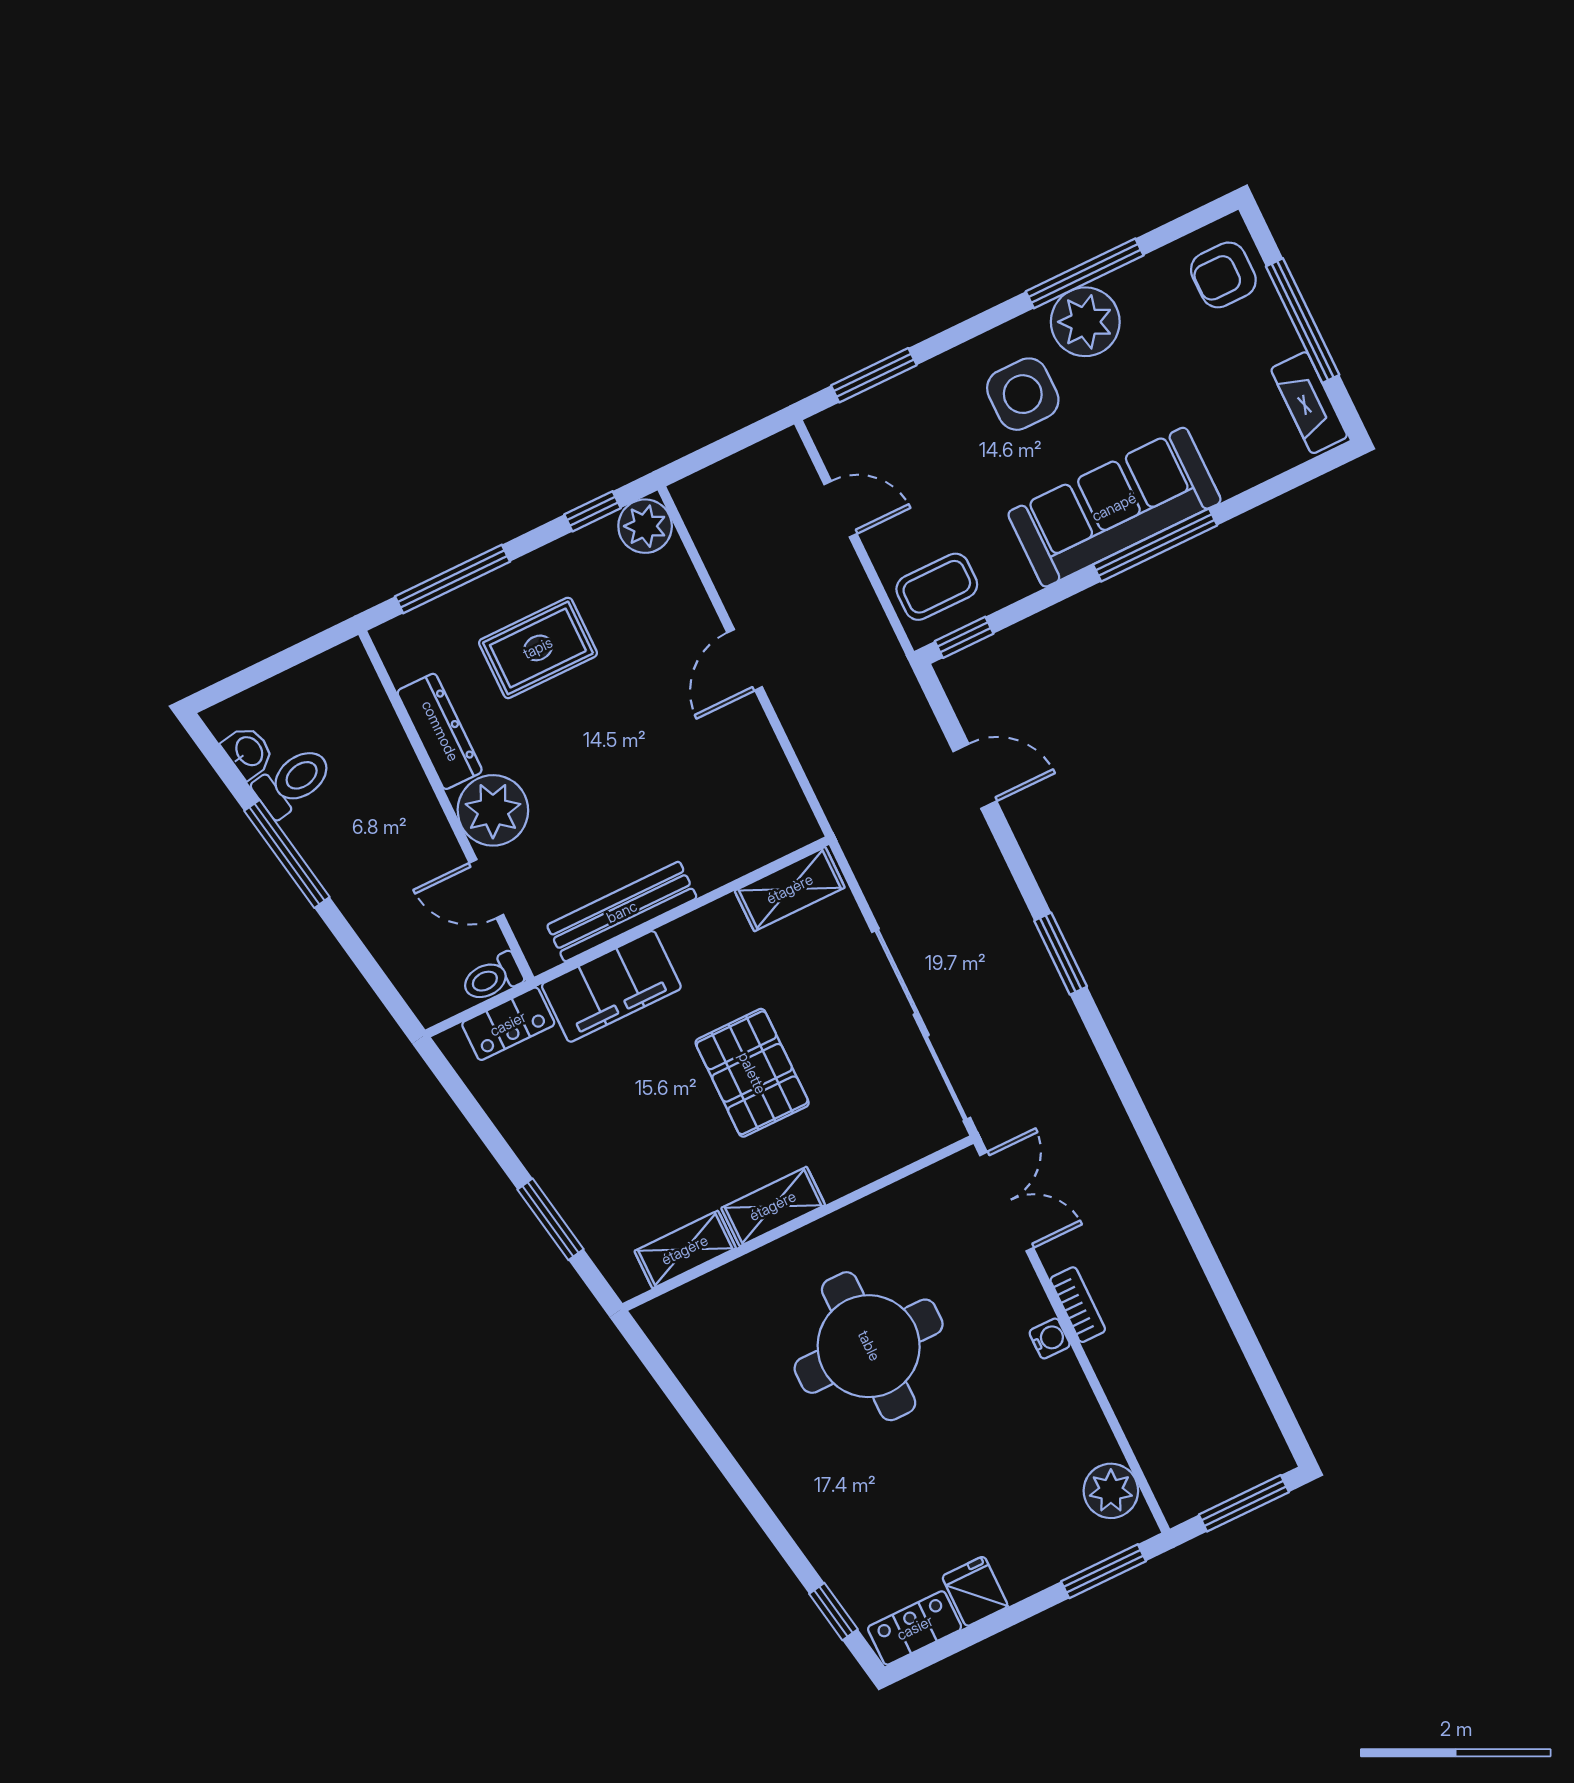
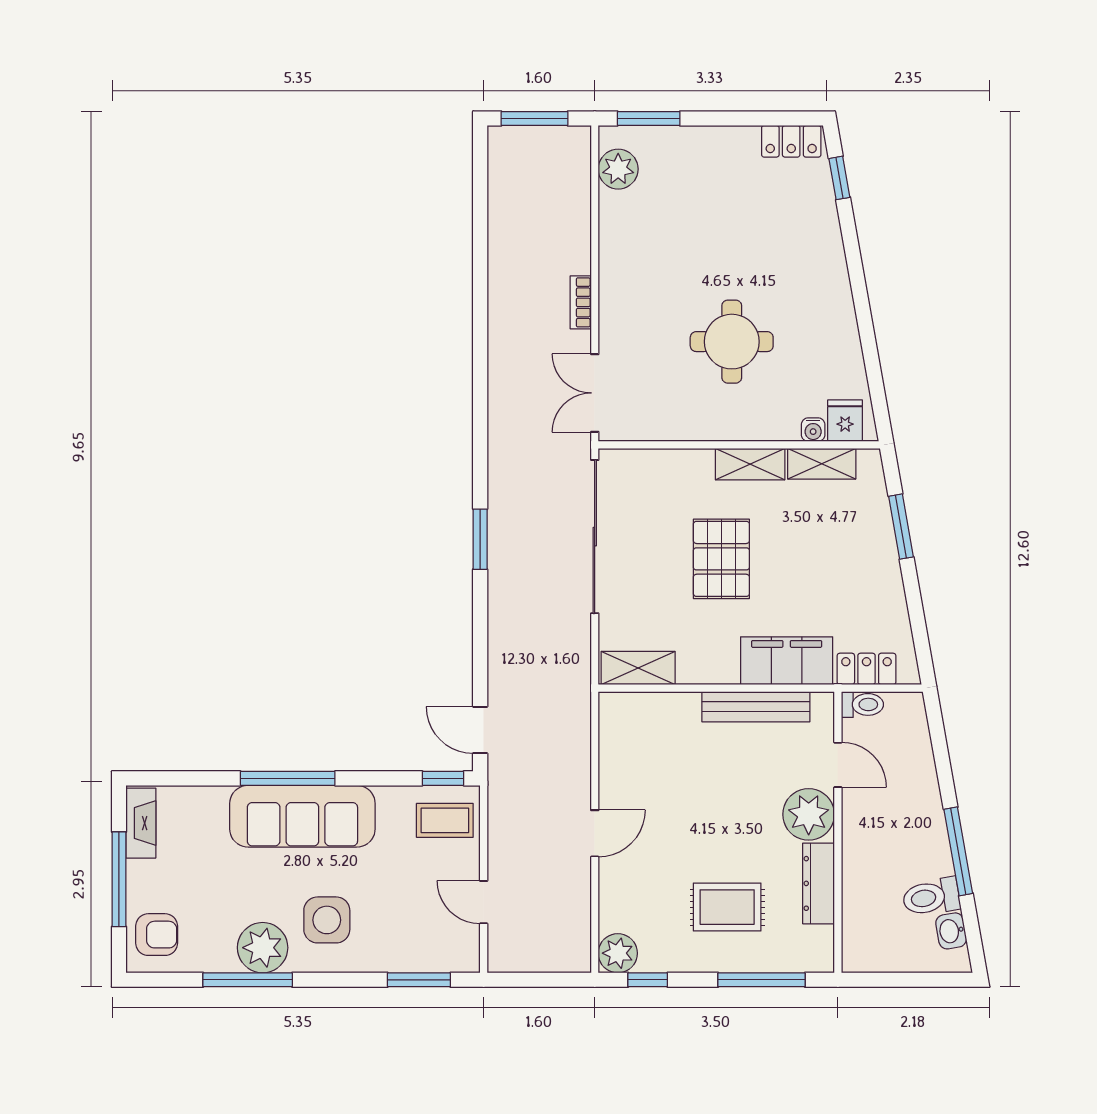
door: (975, 776) -> (480, 730), moved
water cooler: (1050, 1339) -> (813, 430), moved, turned -90
round table: (869, 1346) -> (732, 342), width x0.73, depth x0.73
fridge: (975, 1591) -> (845, 421), moved, turned 180

